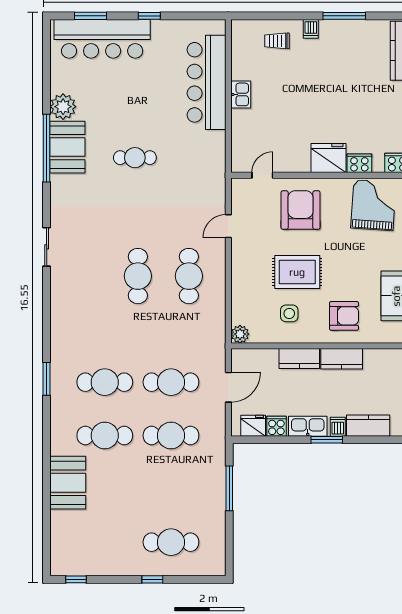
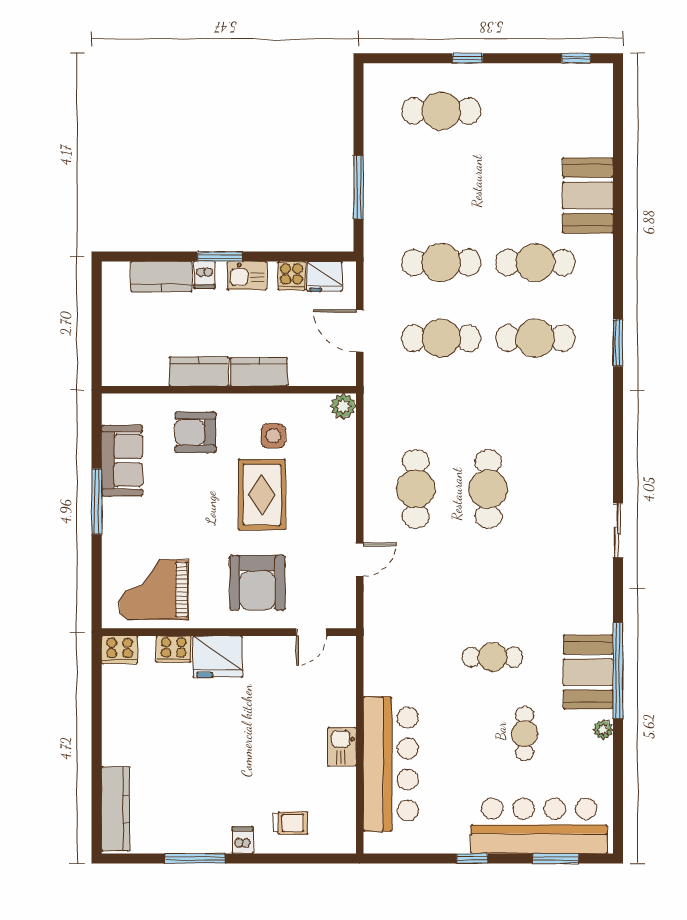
cafe table: (112, 104) -> (524, 734), added
plant: (63, 107) -> (603, 730), width x0.53, depth x0.53
grand piano: (373, 205) -> (154, 590), turned 86
rug: (297, 272) -> (262, 495), turned 90
door: (228, 387) -> (360, 331), hinge flipped
kitchen sink: (308, 426) -> (247, 276), width x0.73

